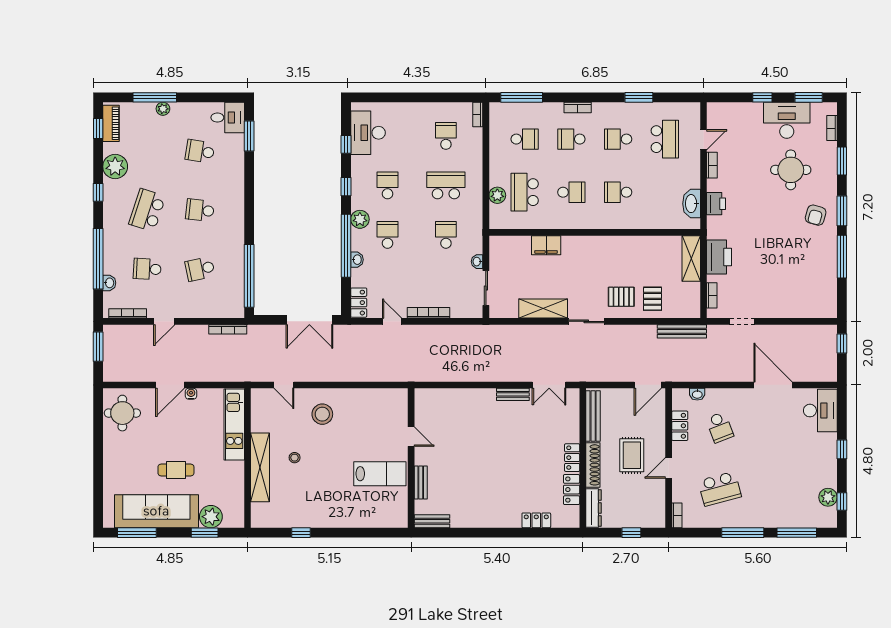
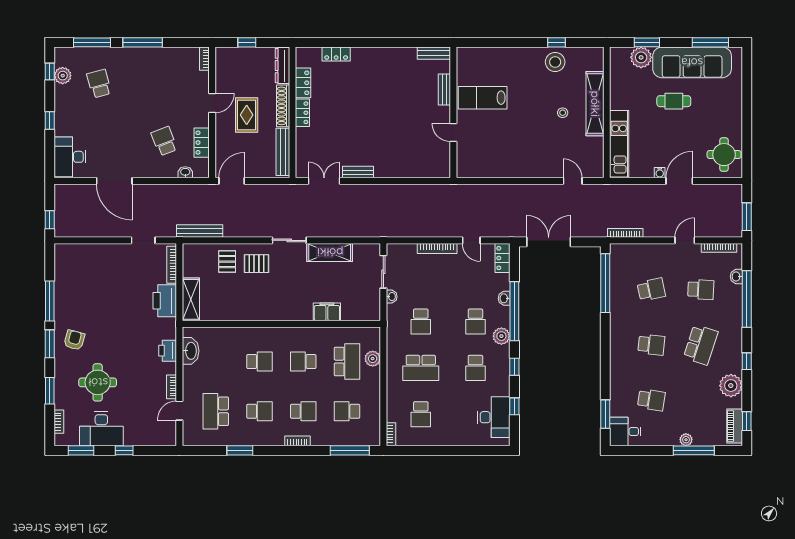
bookcase: (712, 295) -> (172, 265), width x1.56
stool: (322, 414) -> (555, 62), moved
school desk: (720, 489) -> (99, 84), moved, width x0.54

